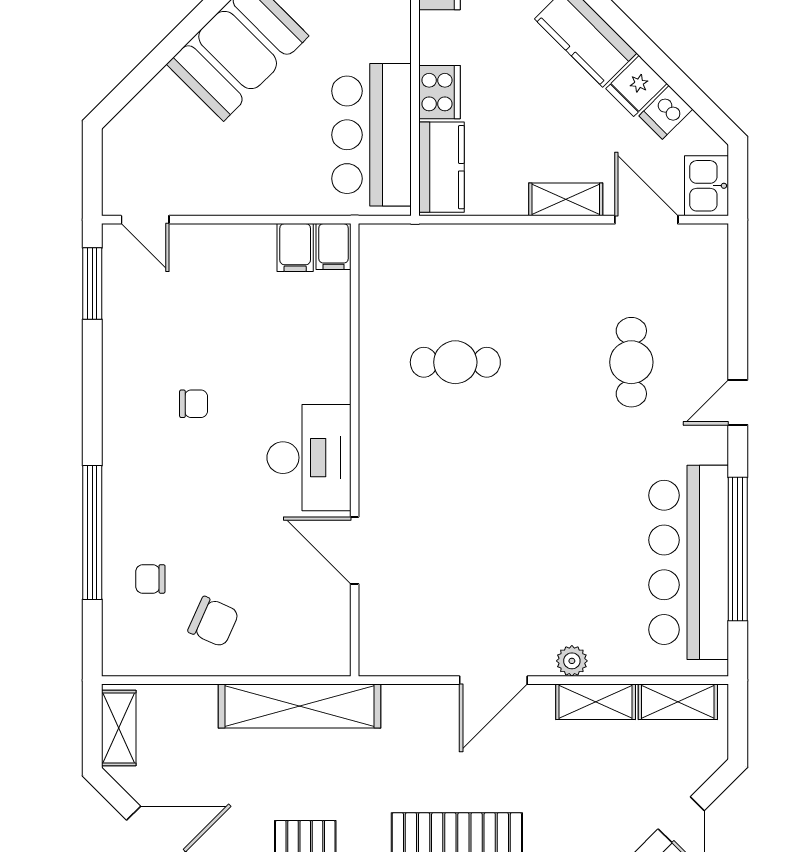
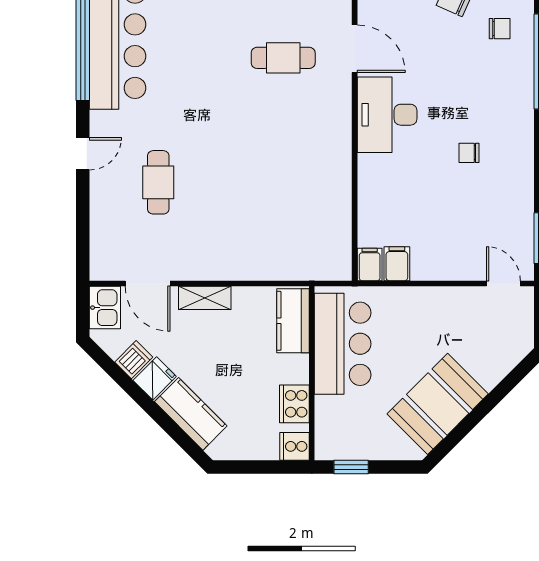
cooker: (439, 92) -> (294, 404), moved
cafe table: (455, 362) -> (283, 58), moved

